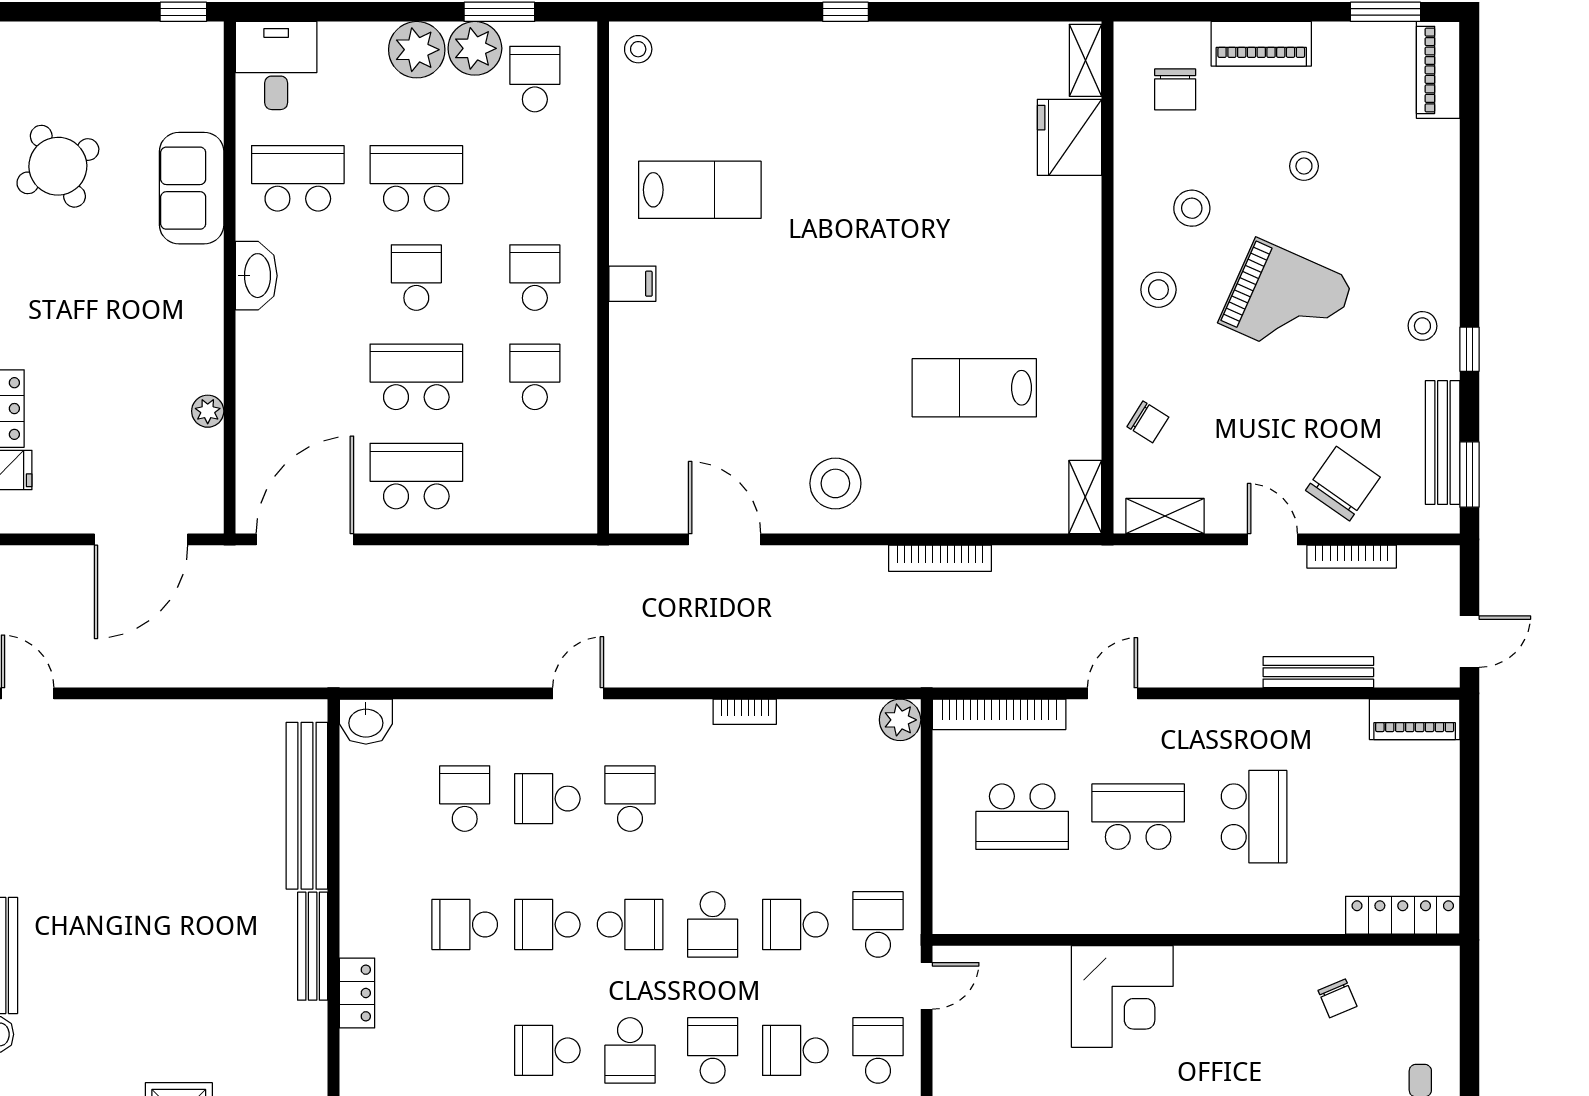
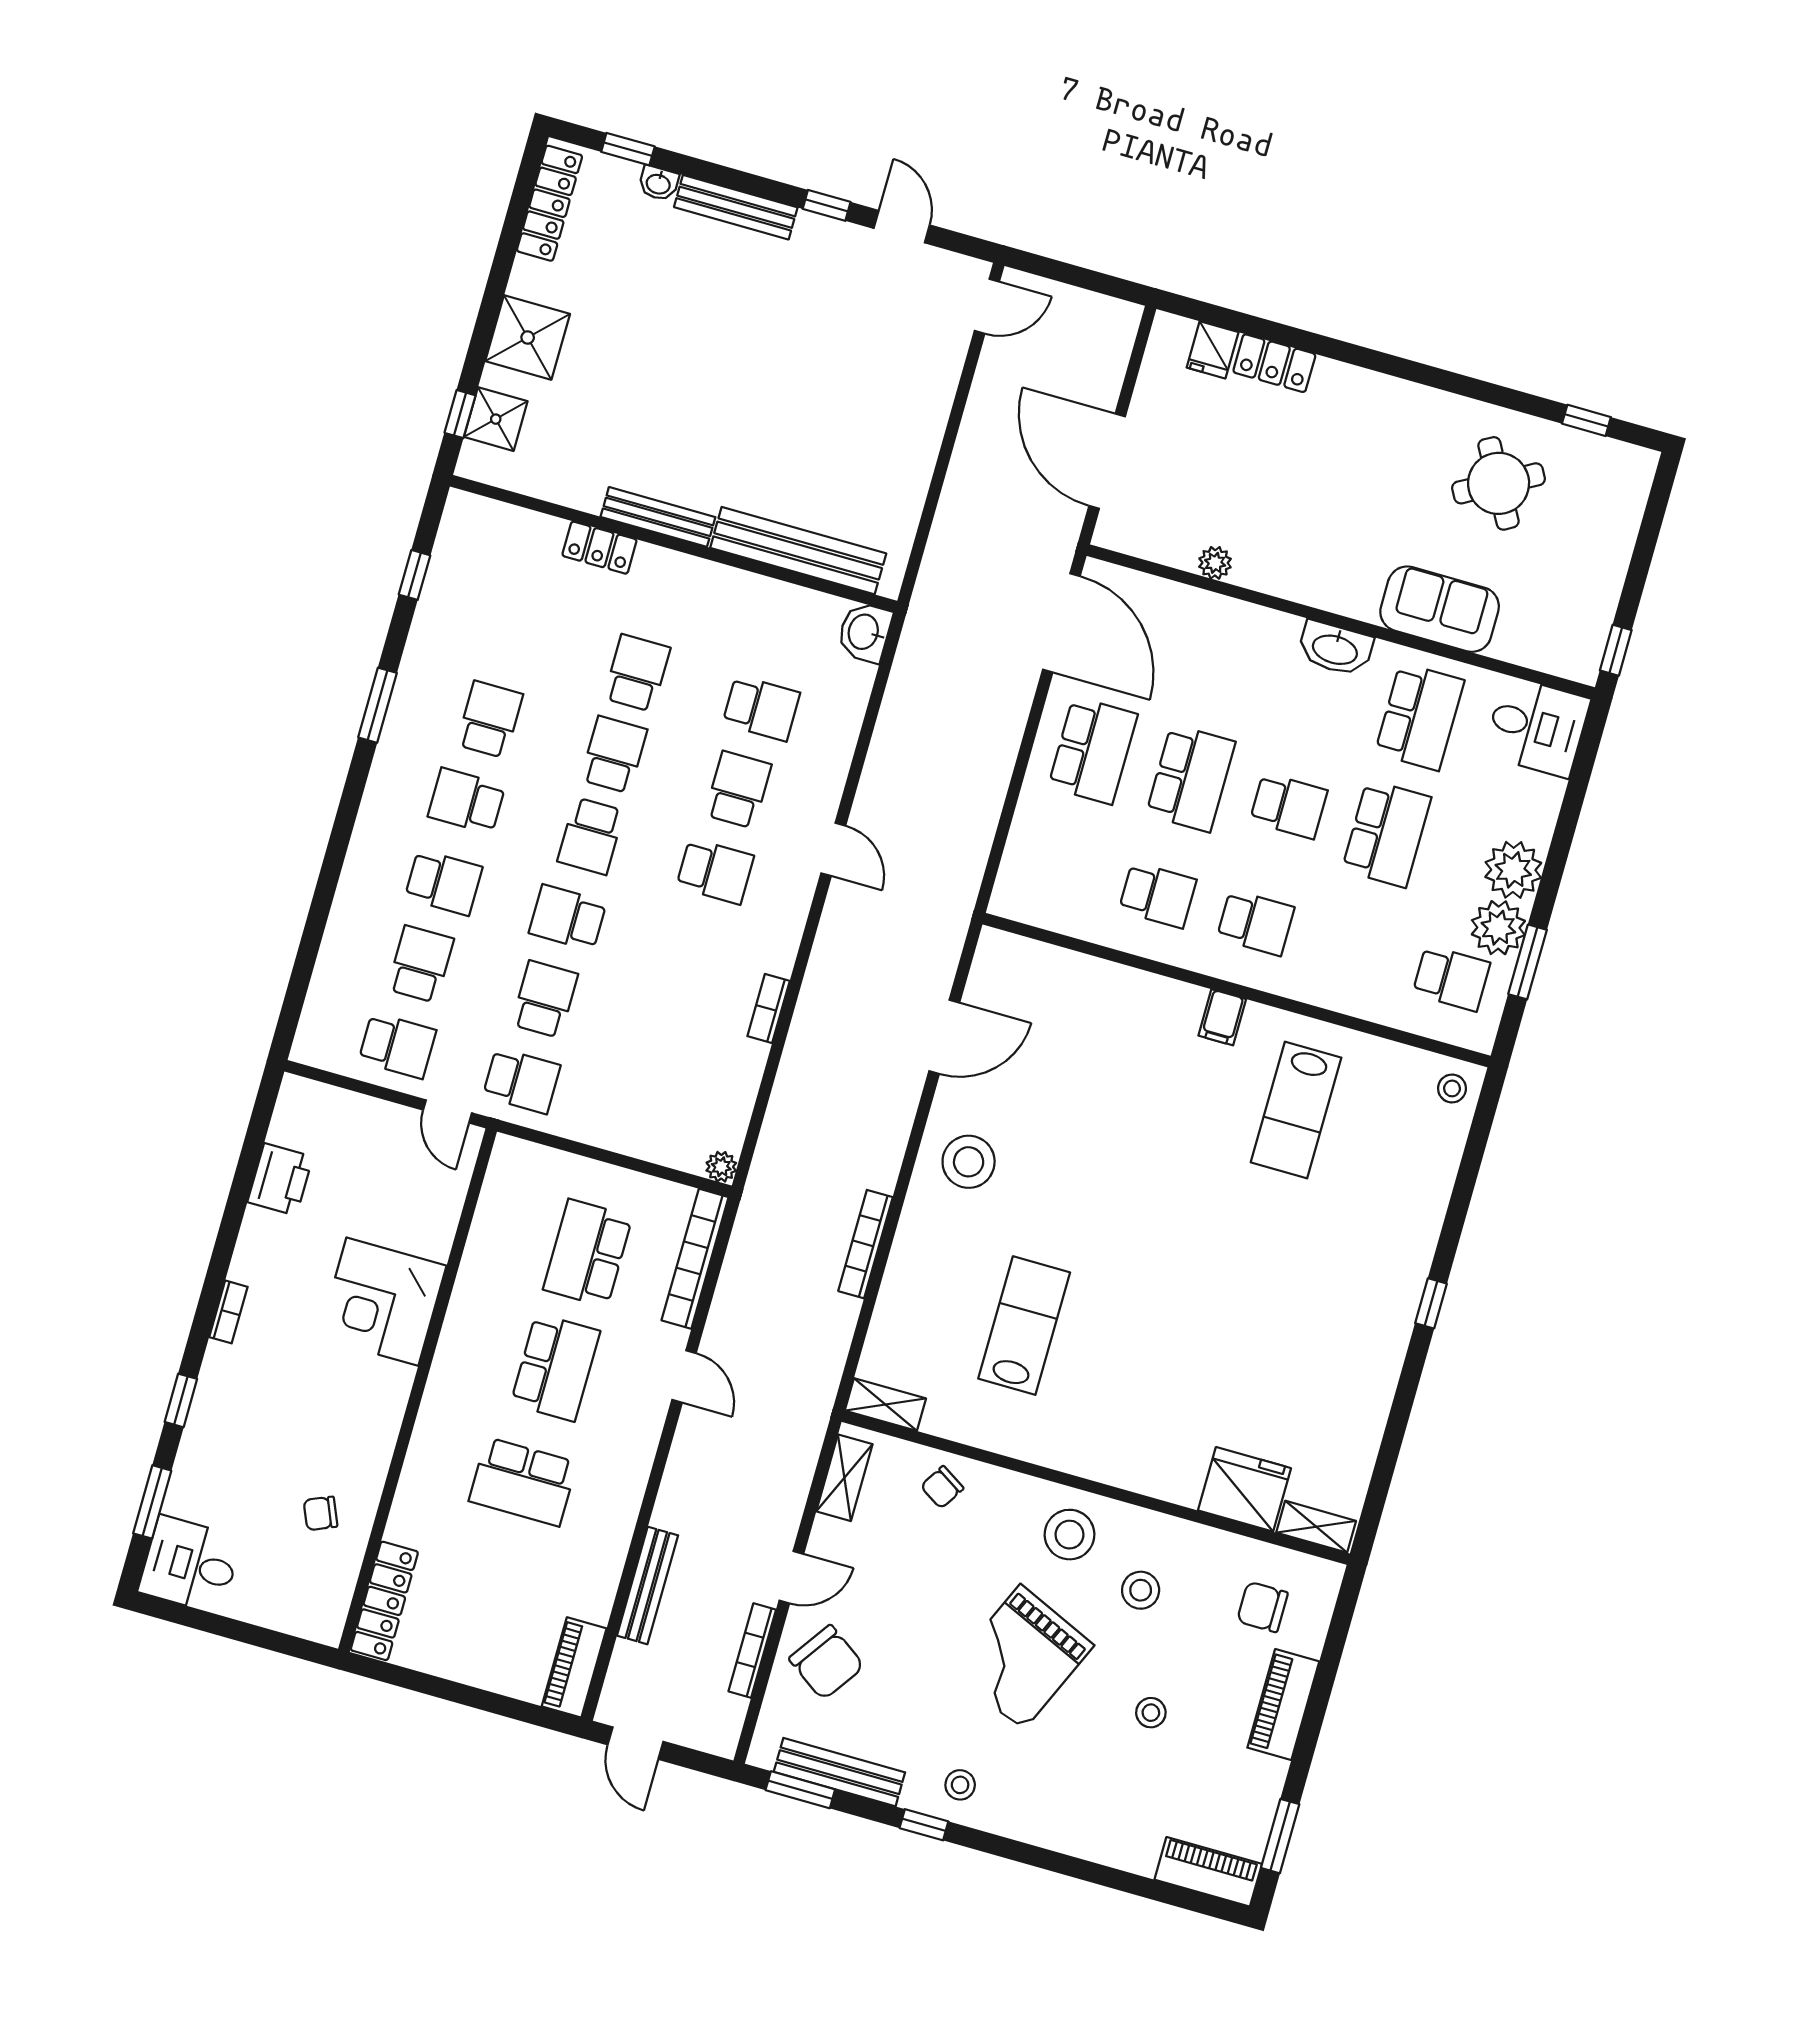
stool: (1158, 290) -> (1070, 1535), width x1.38, depth x1.38
plant: (900, 720) -> (721, 1167), width x0.73, depth x0.73

